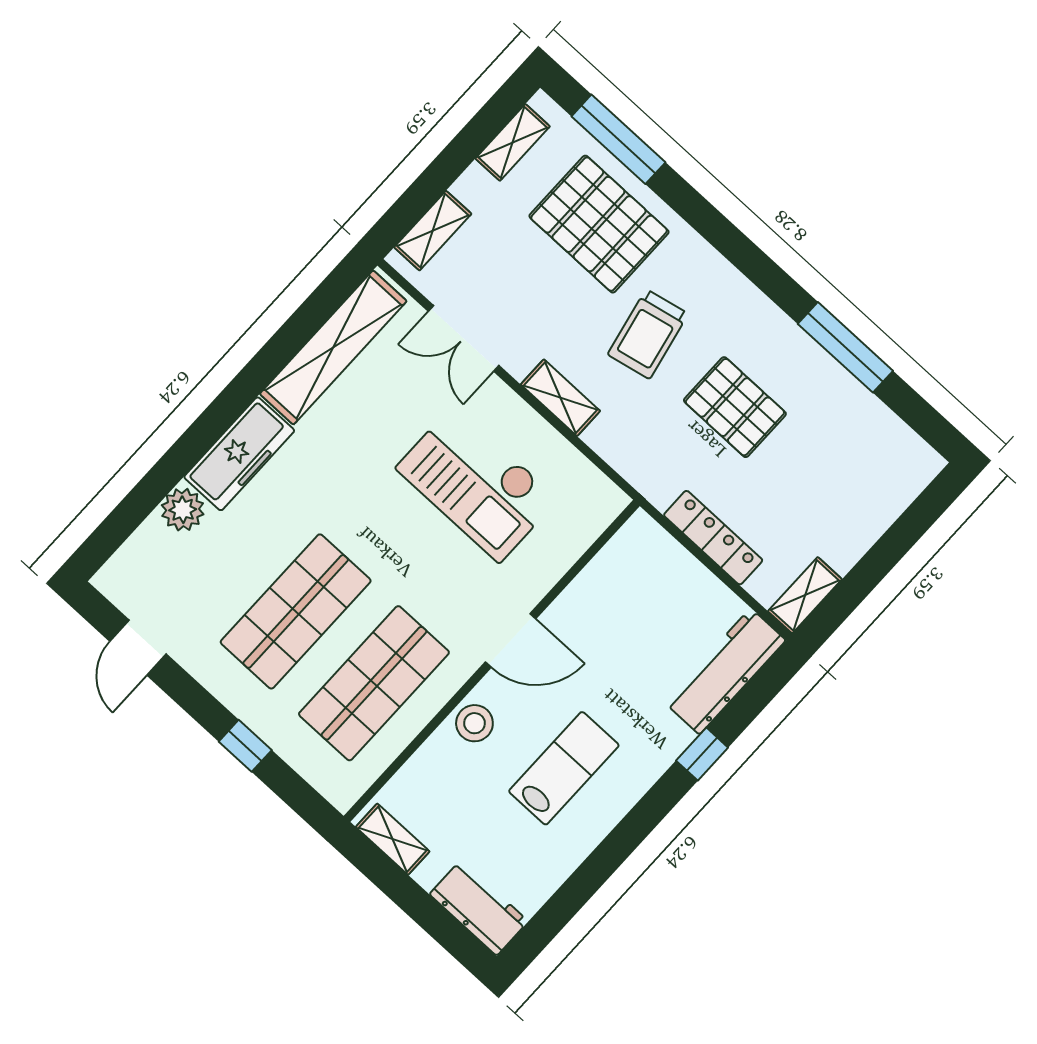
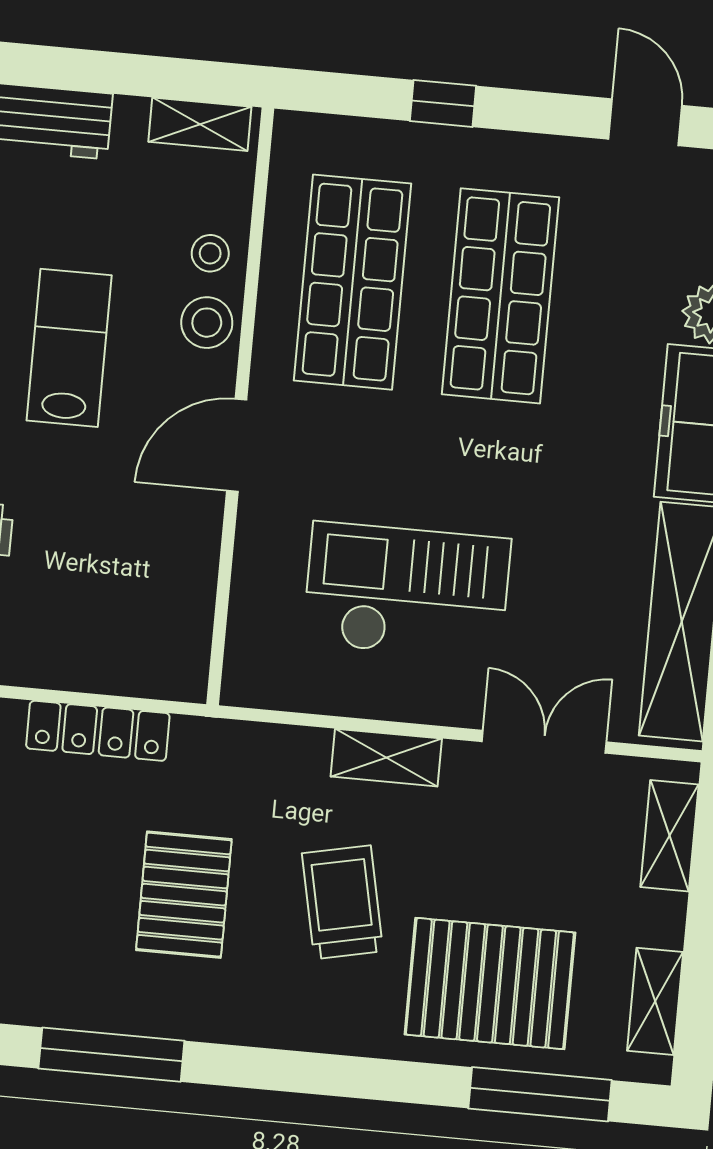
pallet: (735, 407) -> (184, 895), turned 90
stool: (443, 761) -> (210, 253), added
lab bench: (564, 768) -> (69, 348), turned 180

